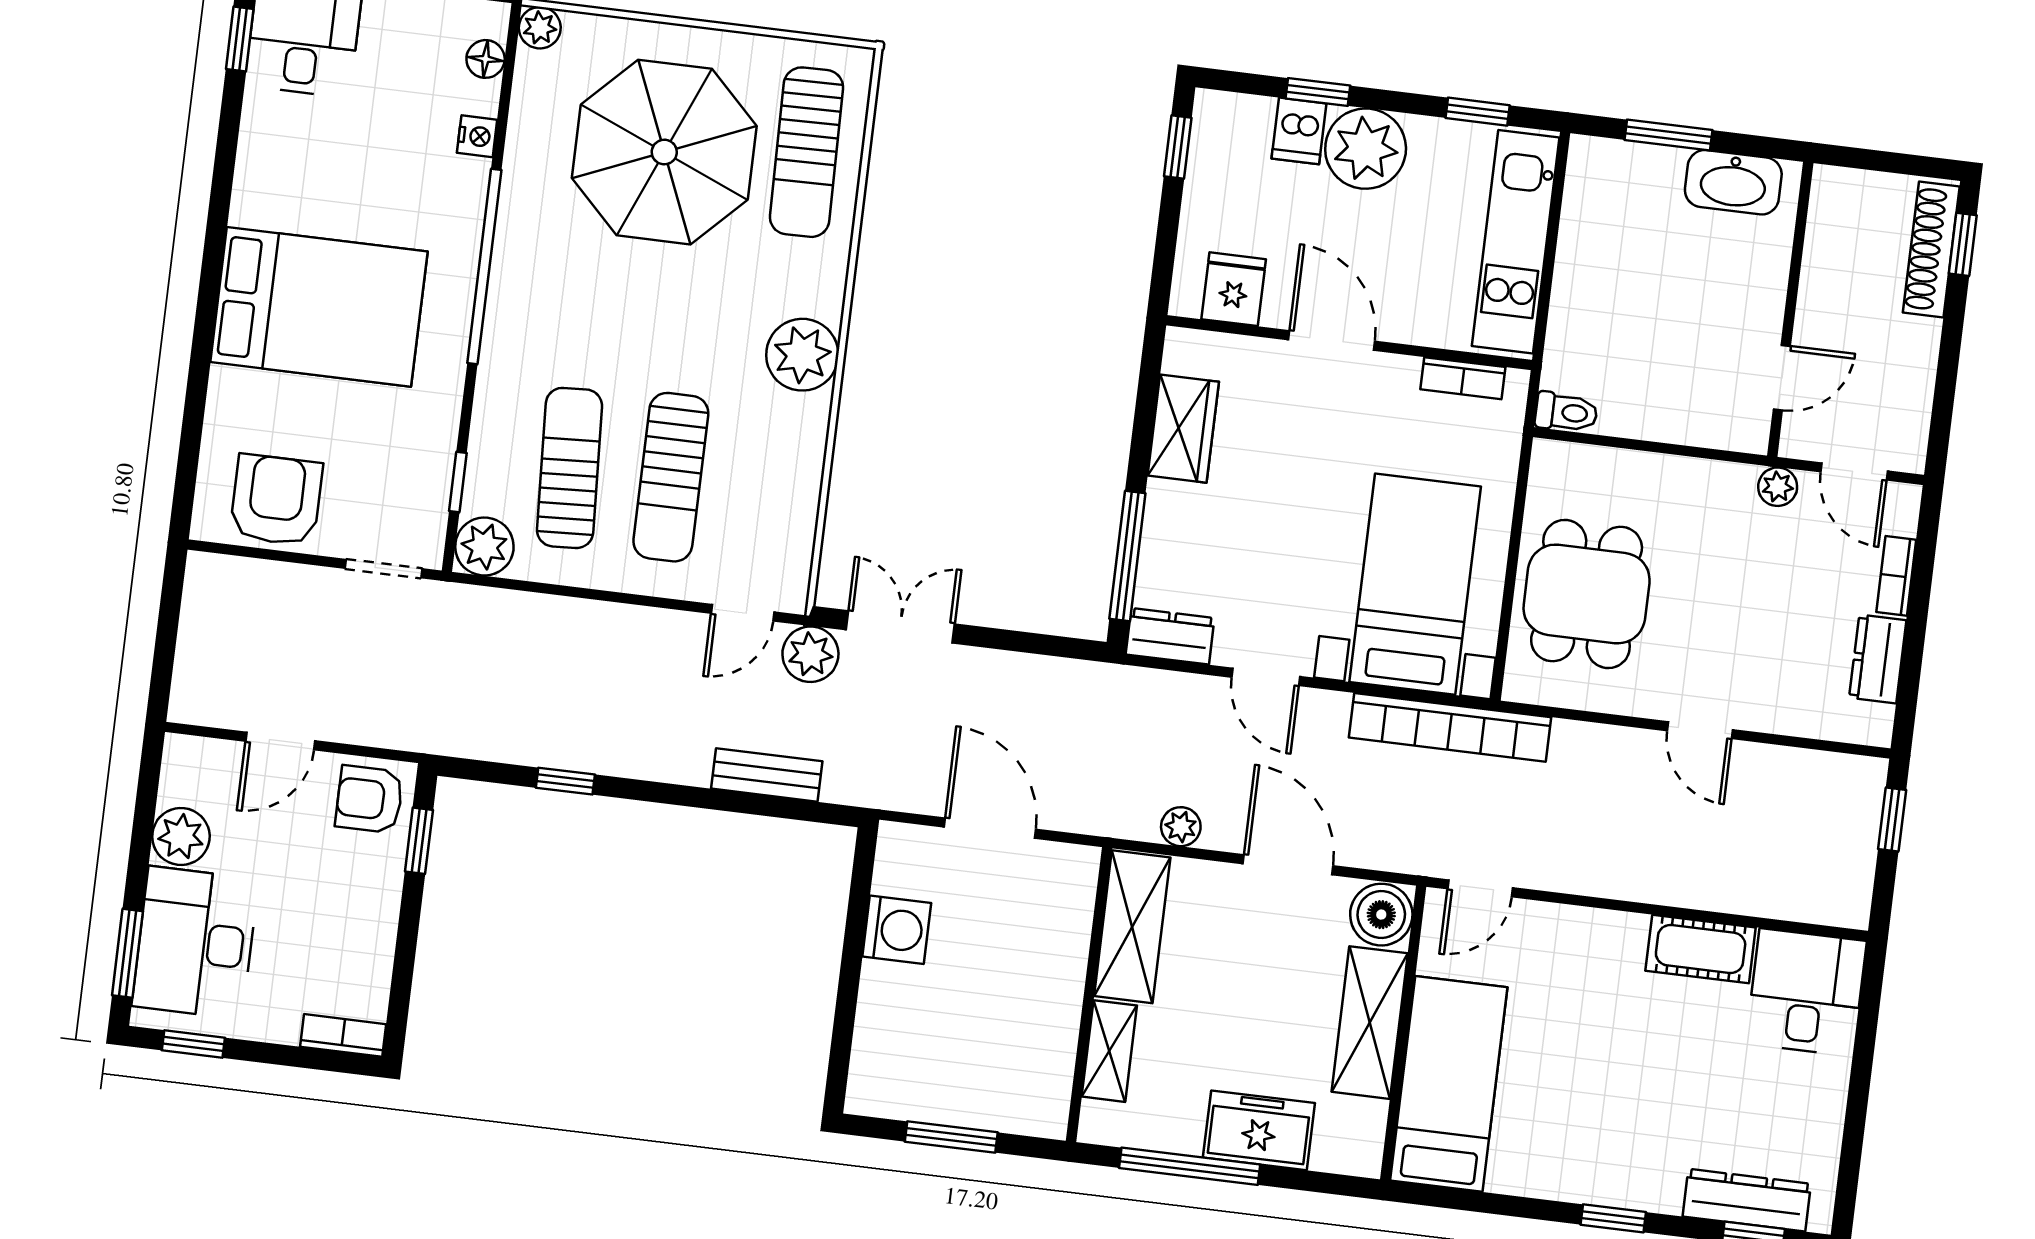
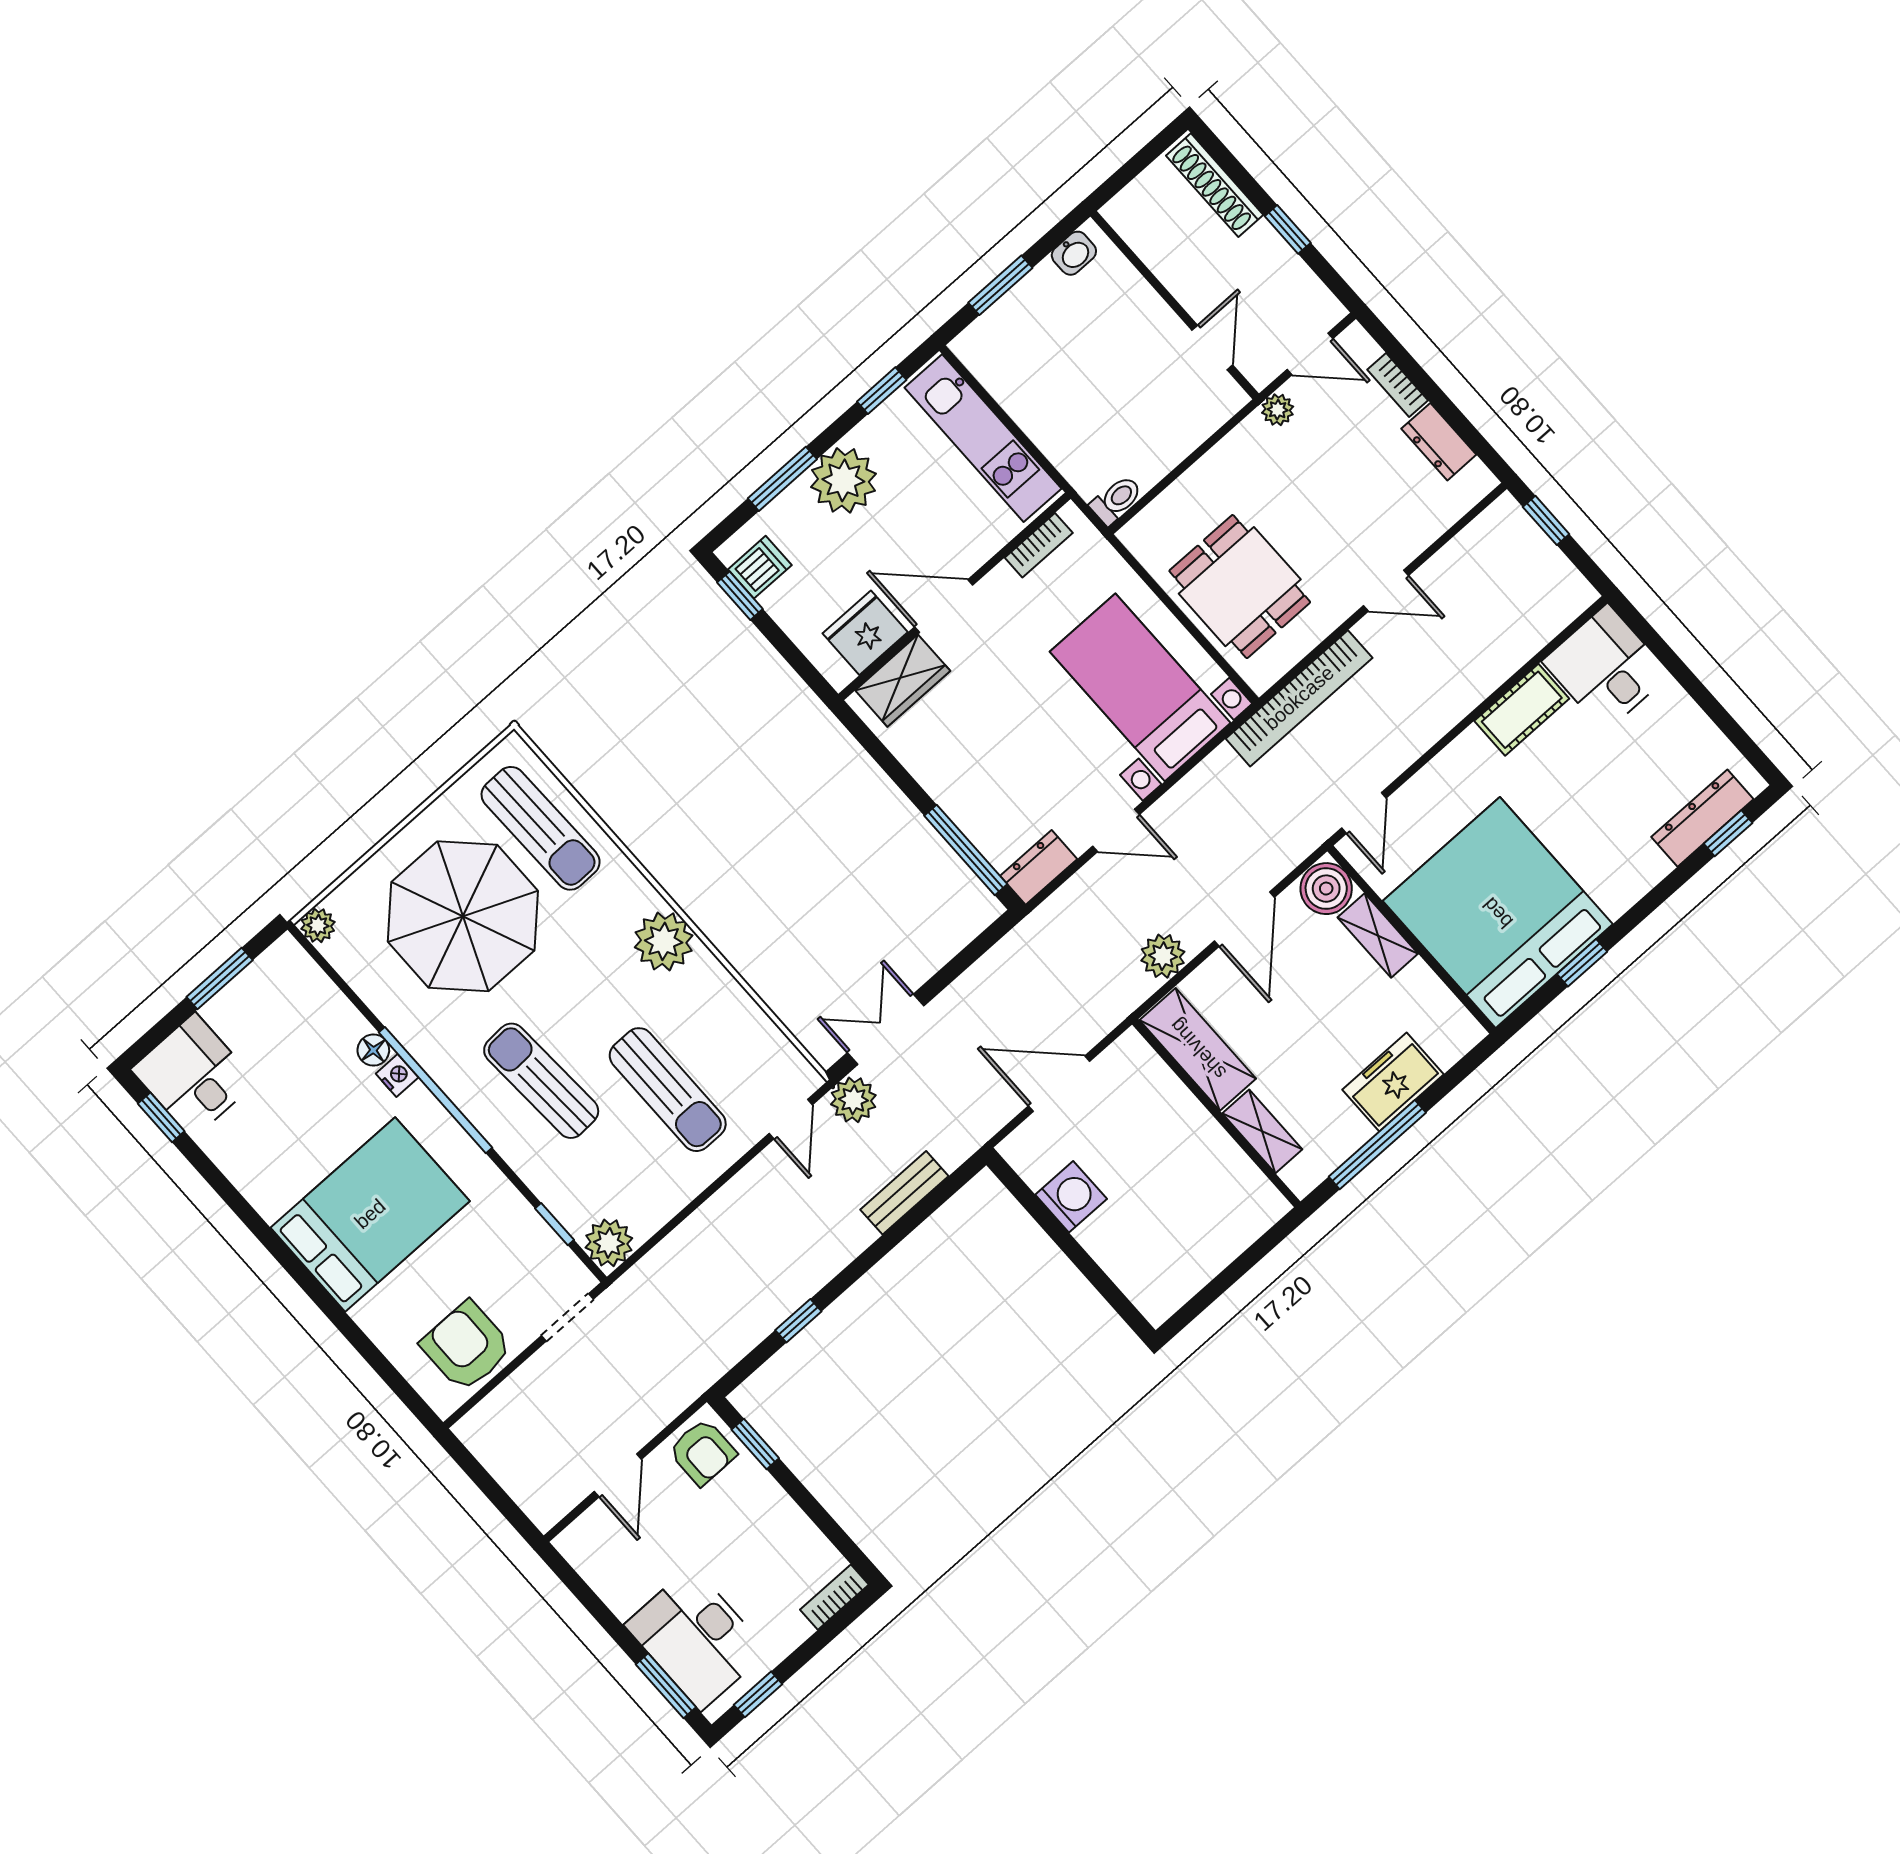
floor lamp: (486, 59) -> (373, 1050), moved
window: (1318, 92) -> (782, 479), width x1.50
dishwasher: (1299, 131) -> (760, 567), moved, turned -90
nightstand: (477, 136) -> (397, 1076), moved
washbasin: (1733, 182) -> (1074, 253), width x0.52, depth x0.69
window: (1963, 244) -> (1288, 229), moved
fridge: (1234, 289) -> (865, 633), width x1.38
wardrobe: (1183, 429) -> (903, 681), moved, turned 90
sun lounger: (569, 468) -> (541, 1081), moved
bookcase: (1450, 727) -> (1299, 698), moved
armchair: (369, 799) -> (703, 1452), turned -90
plant: (1181, 827) -> (1163, 956), width x1.38, depth x1.38
plant: (181, 836) -> (623, 1589), removed
door: (1288, 865) -> (1244, 919), swing flipped
shelving: (1370, 1023) -> (1378, 936), width x0.67, depth x0.75
bed: (1449, 1084) -> (1498, 913), width x2.04
window: (951, 1137) -> (1229, 1276), removed
window: (1613, 1218) -> (1582, 963), moved

